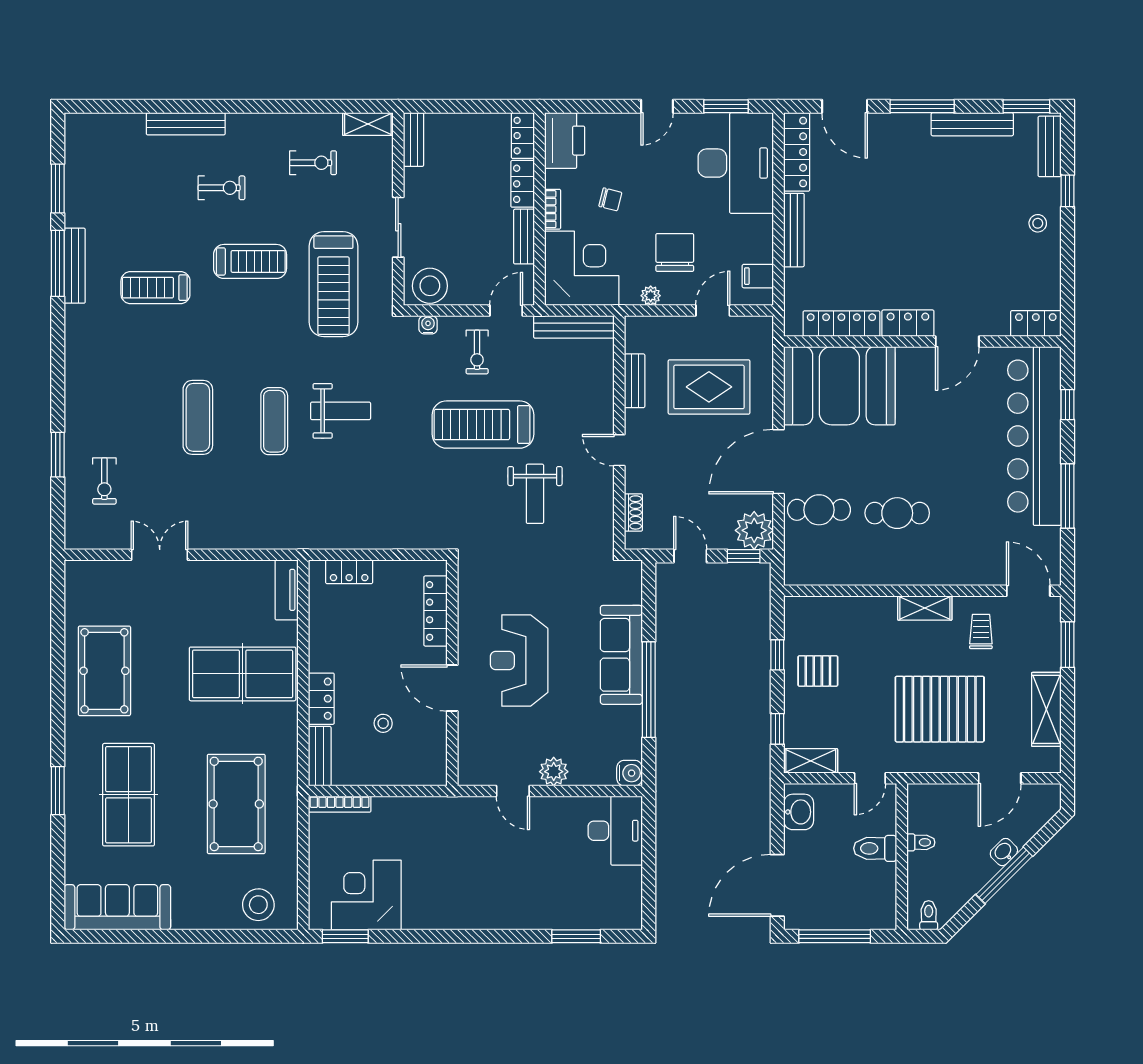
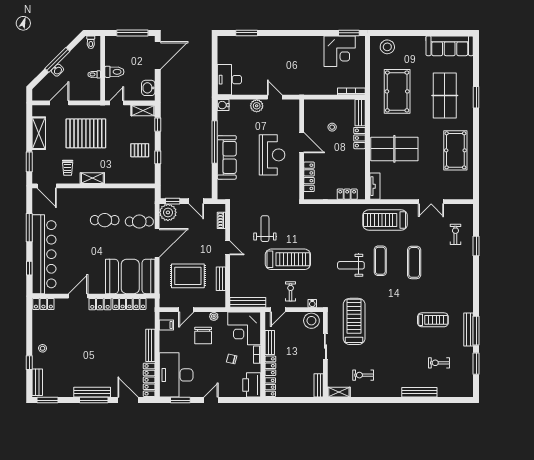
bench: (972, 124) -> (92, 392), moved
exercise bike: (221, 188) -> (439, 363), moved
treadmill: (250, 261) -> (385, 220), moved, width x1.37, depth x1.38

